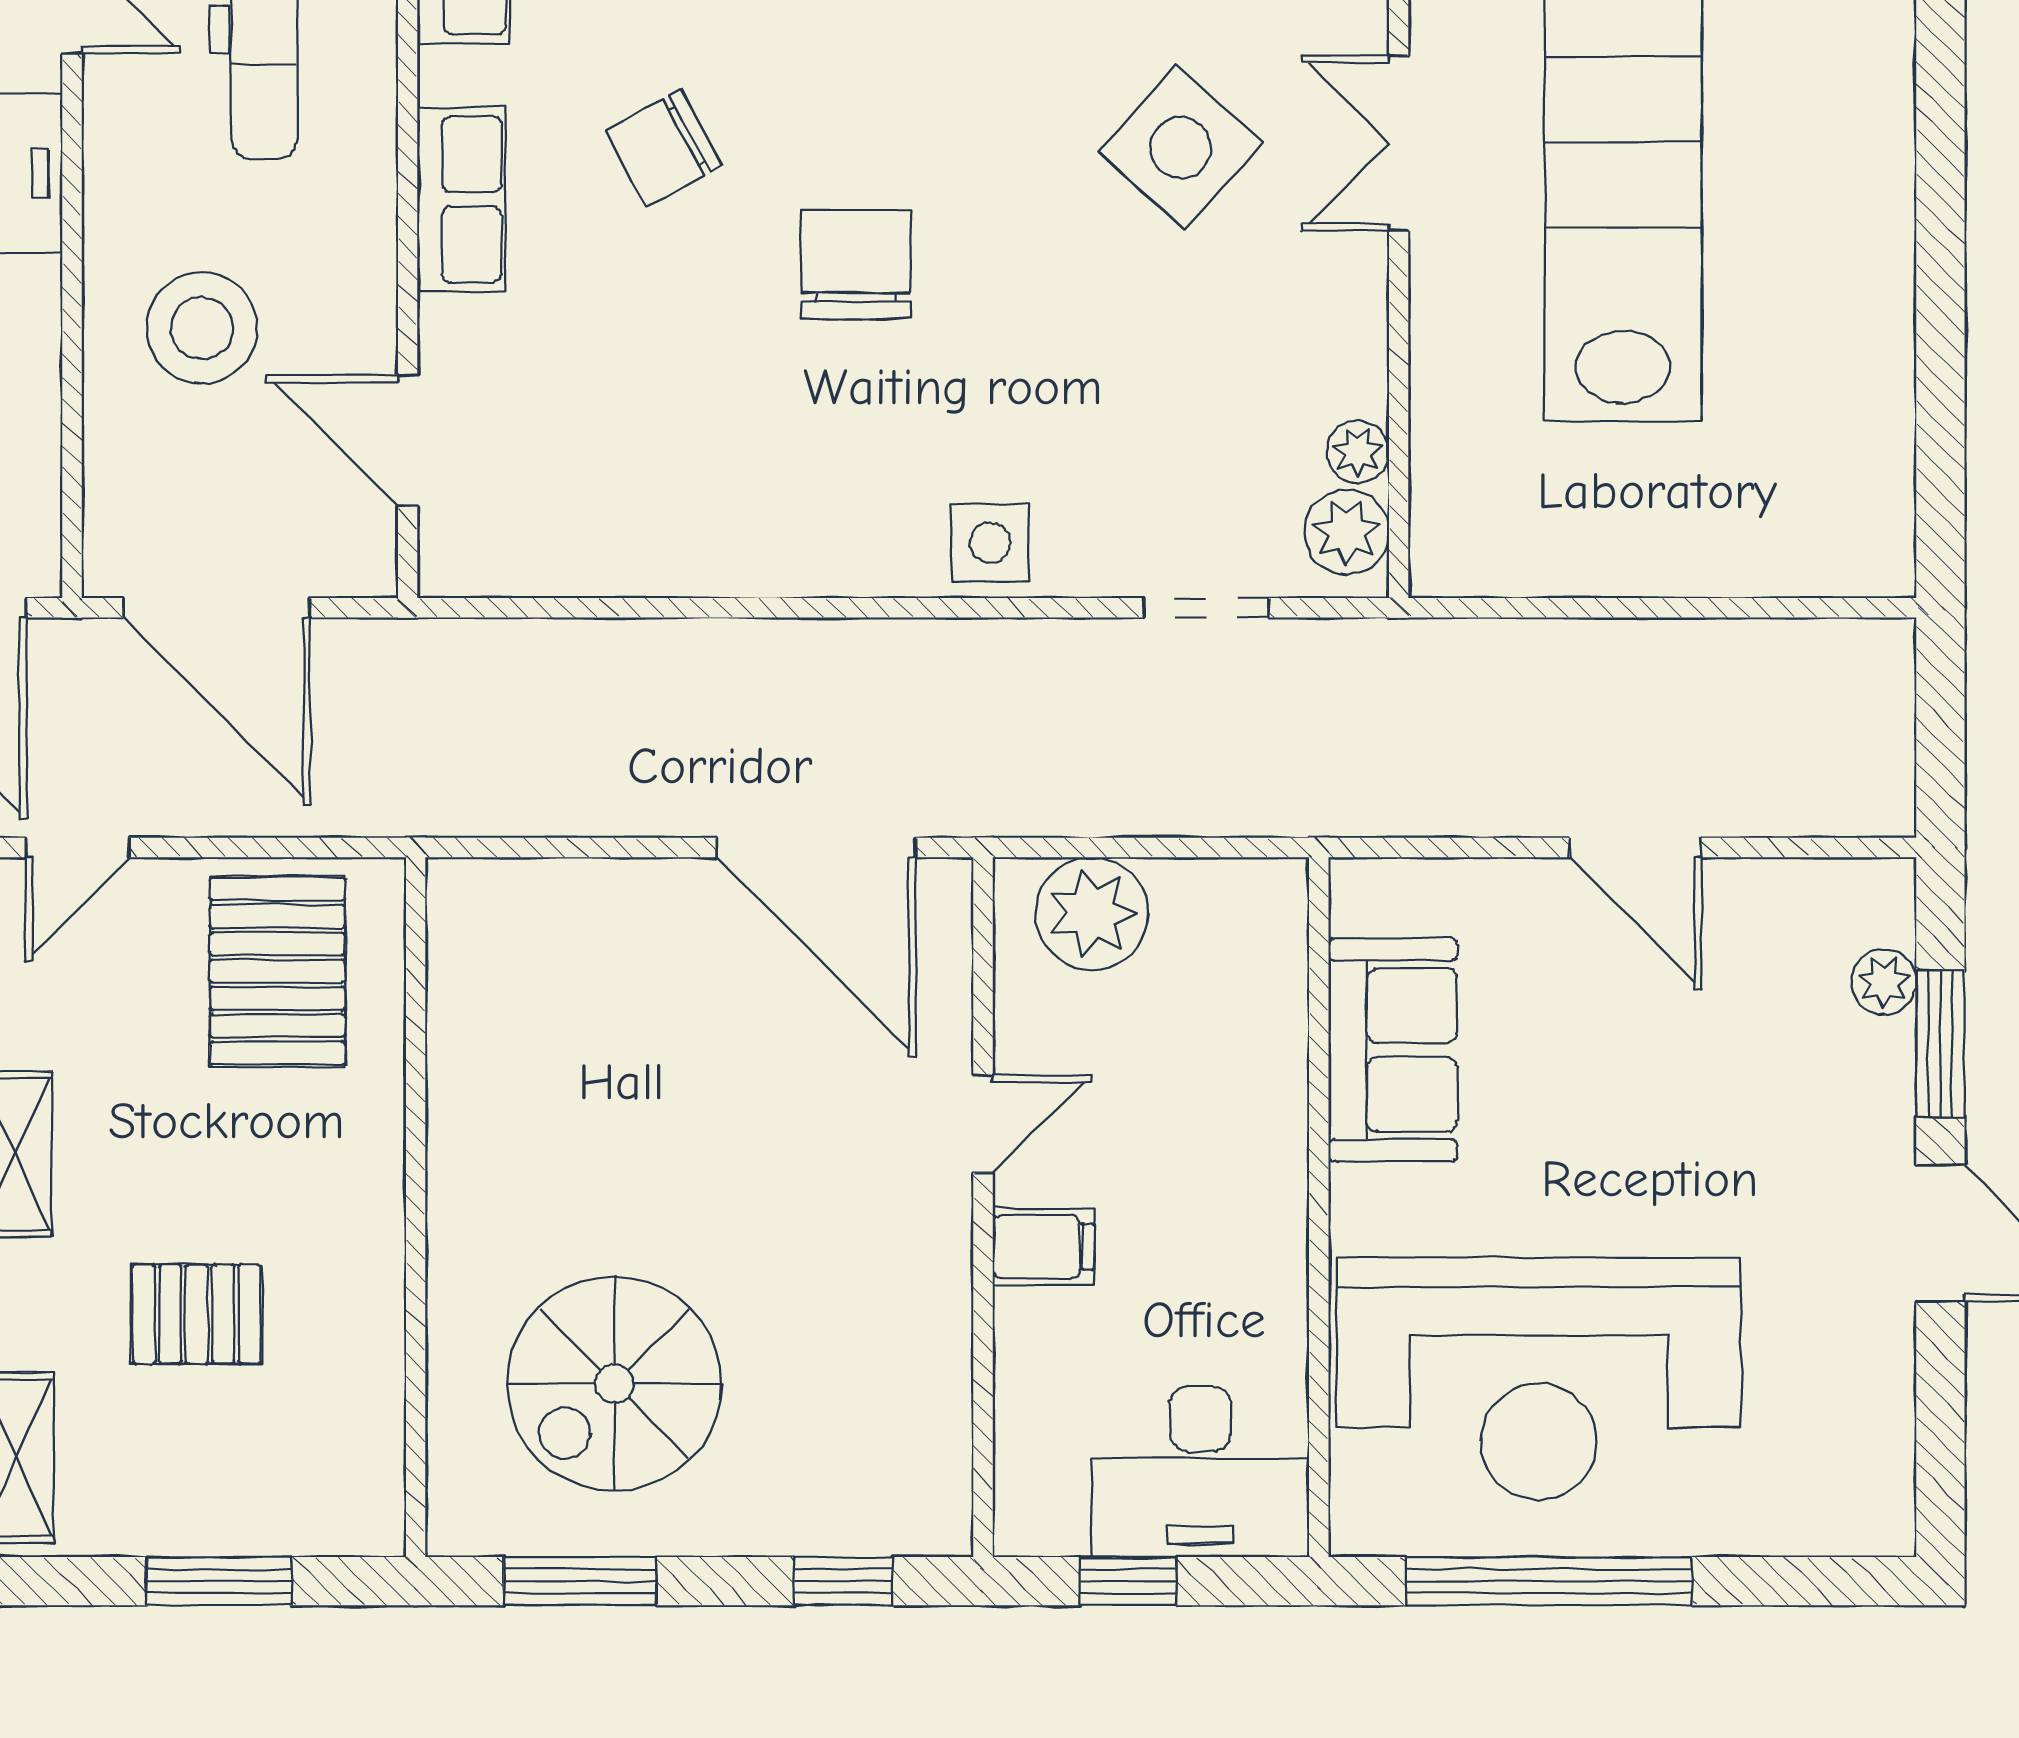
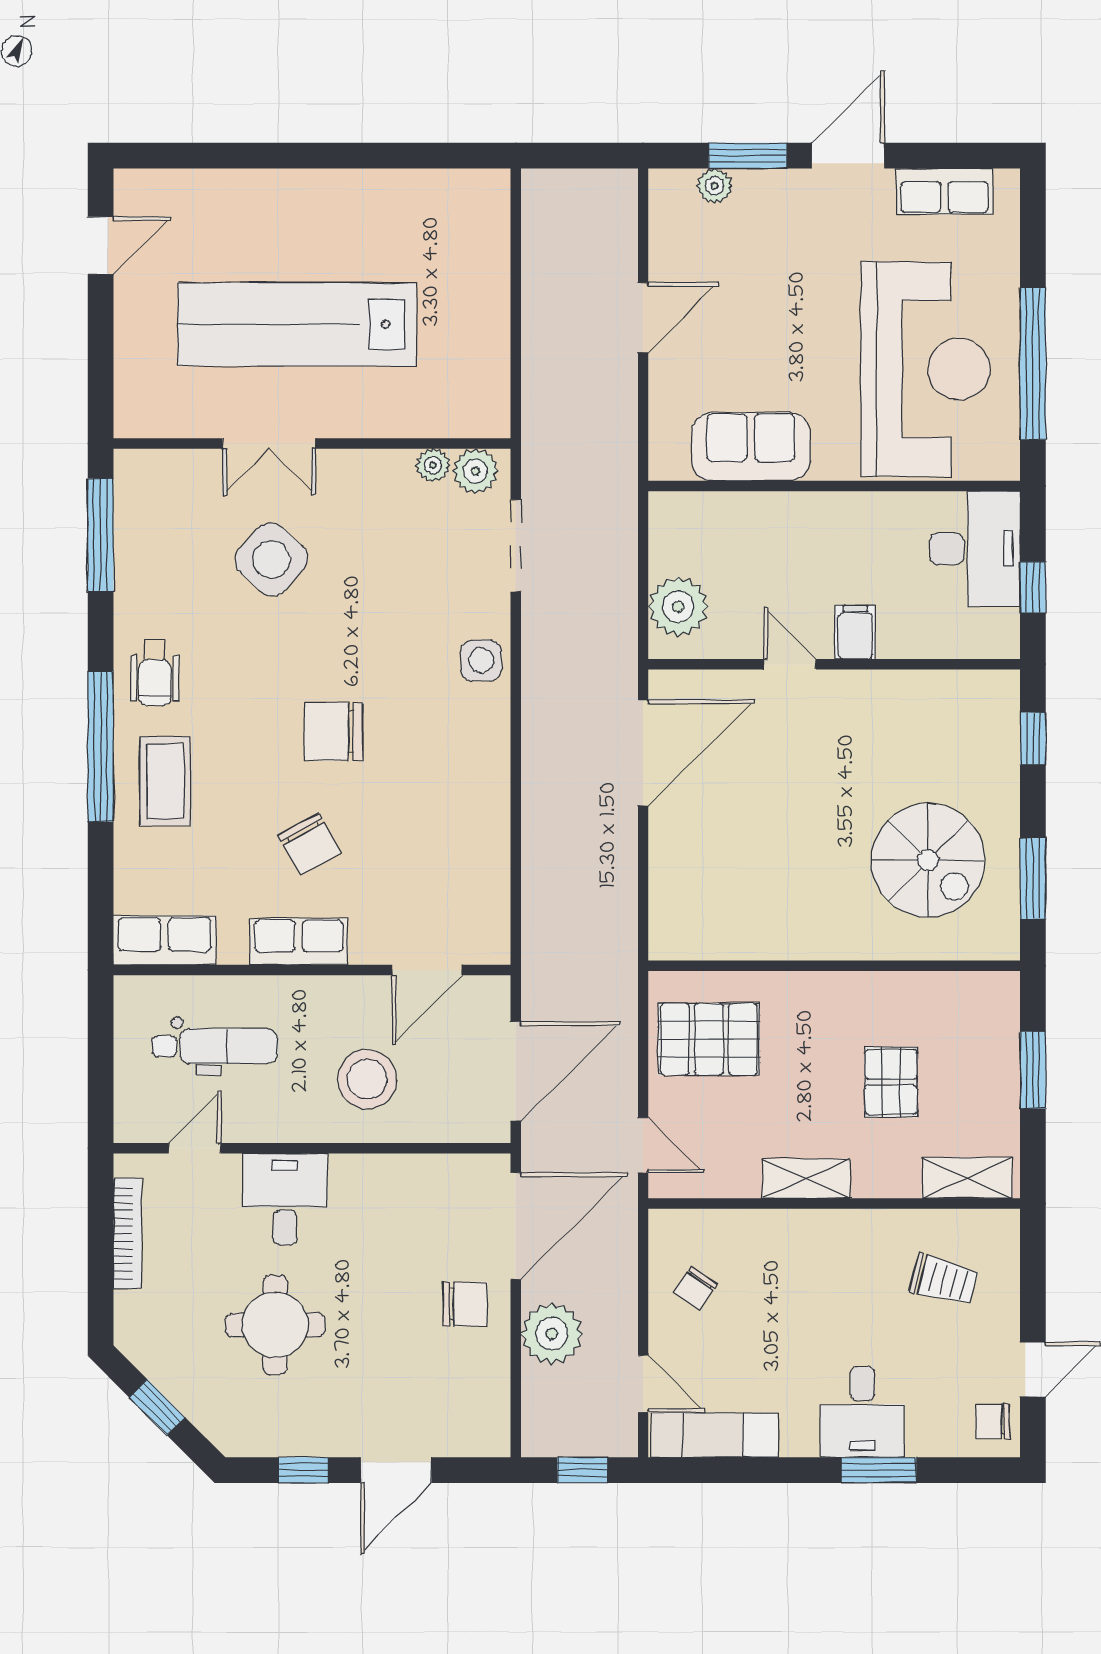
chair: (664, 148) -> (310, 844), moved
doorway: (1206, 608) -> (516, 546), width x1.38
row of seats: (1873, 1415) -> (944, 192), added

